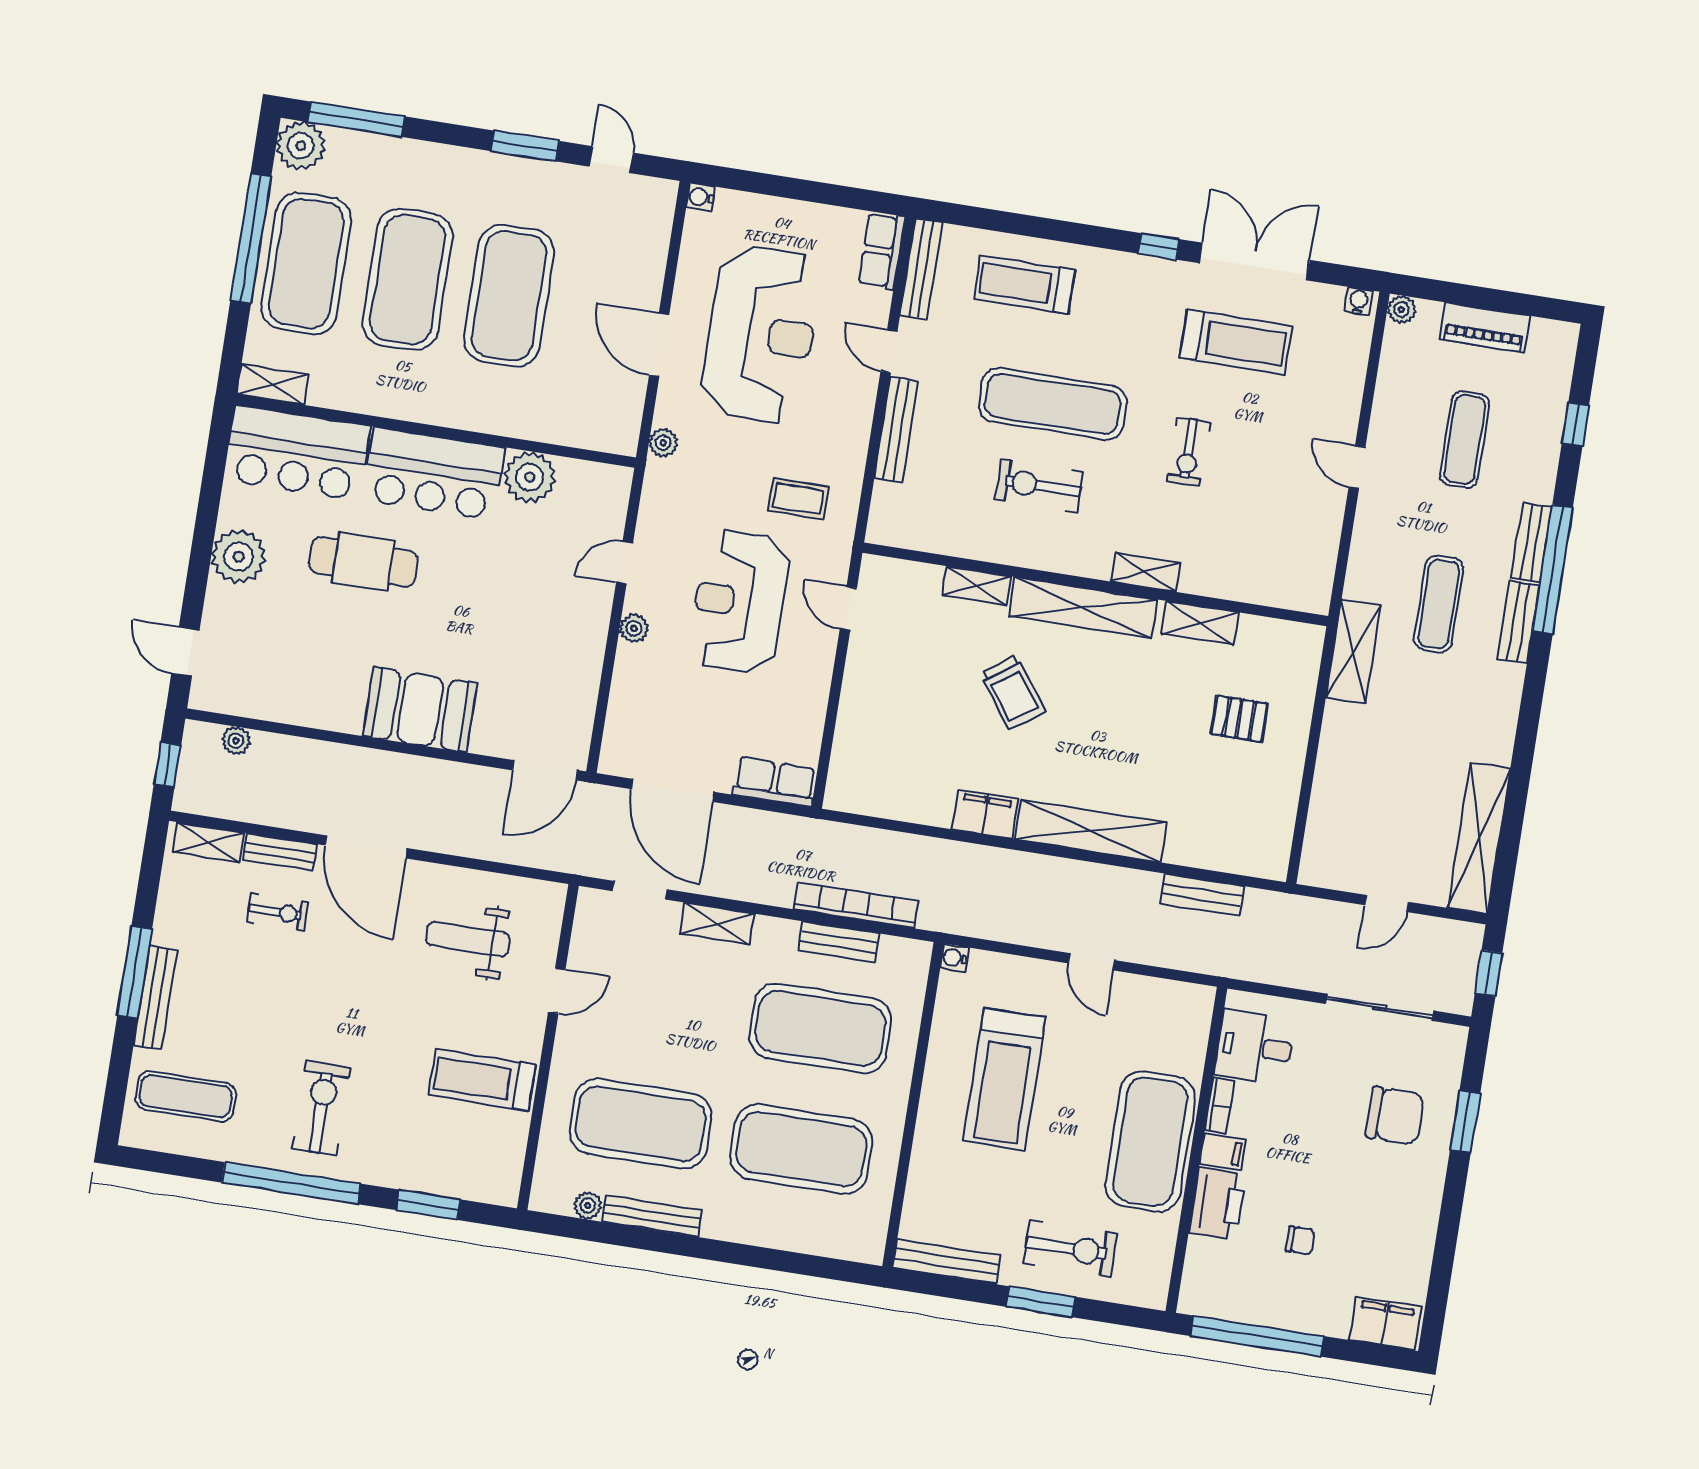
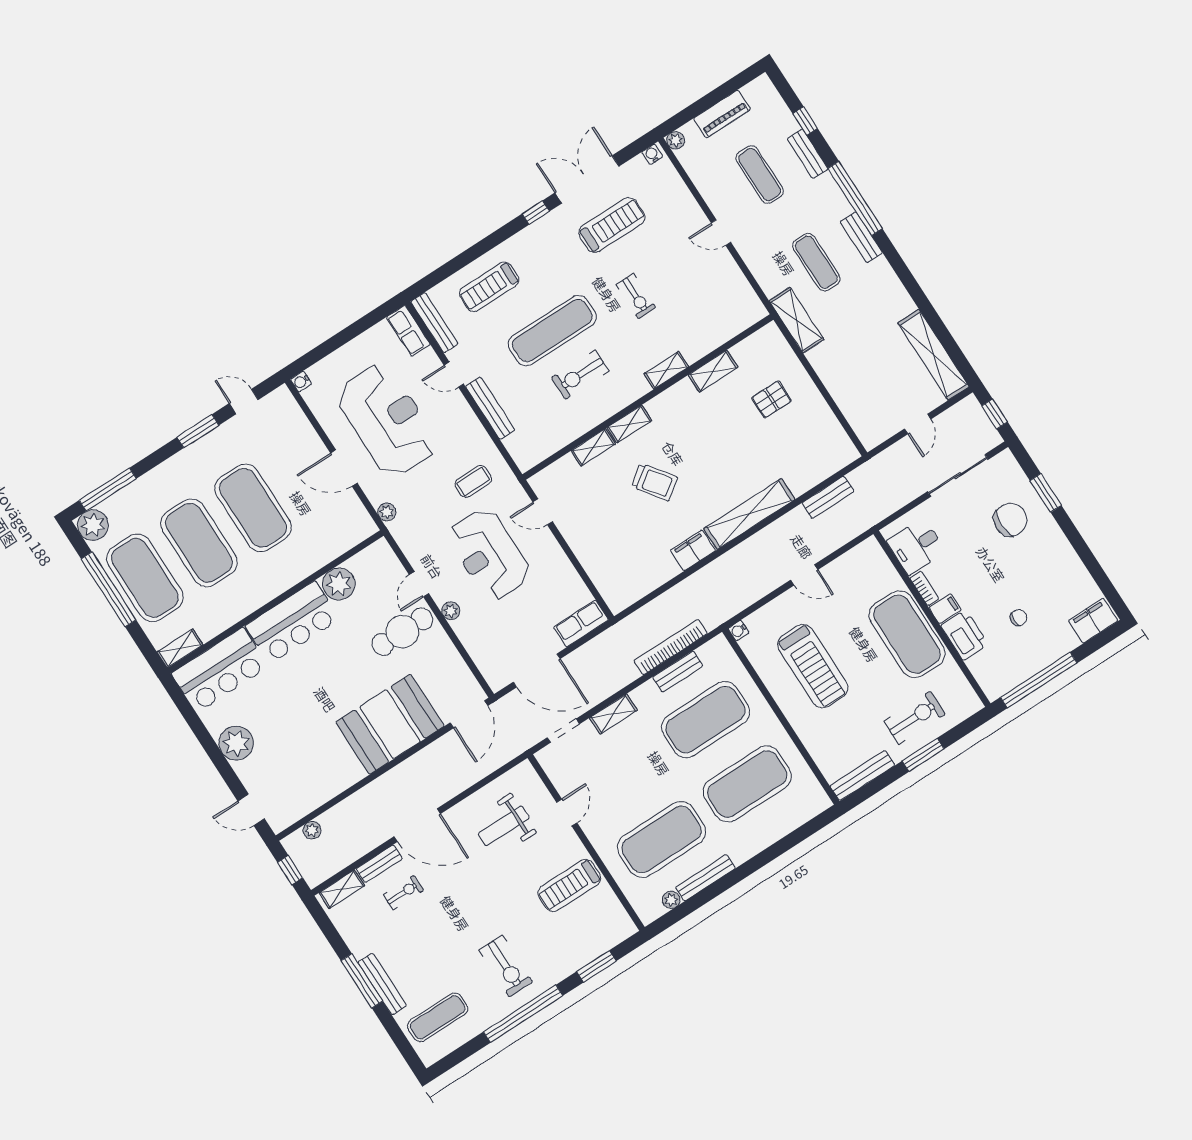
bench: (1531, 542) -> (808, 154), moved
cafe table: (363, 562) -> (402, 632), moved
shelving: (1083, 608) -> (629, 424), width x0.45, depth x0.75
booth: (420, 710) -> (390, 724), width x1.36, depth x1.42
exercise bike: (321, 1108) -> (506, 966), turned 180

